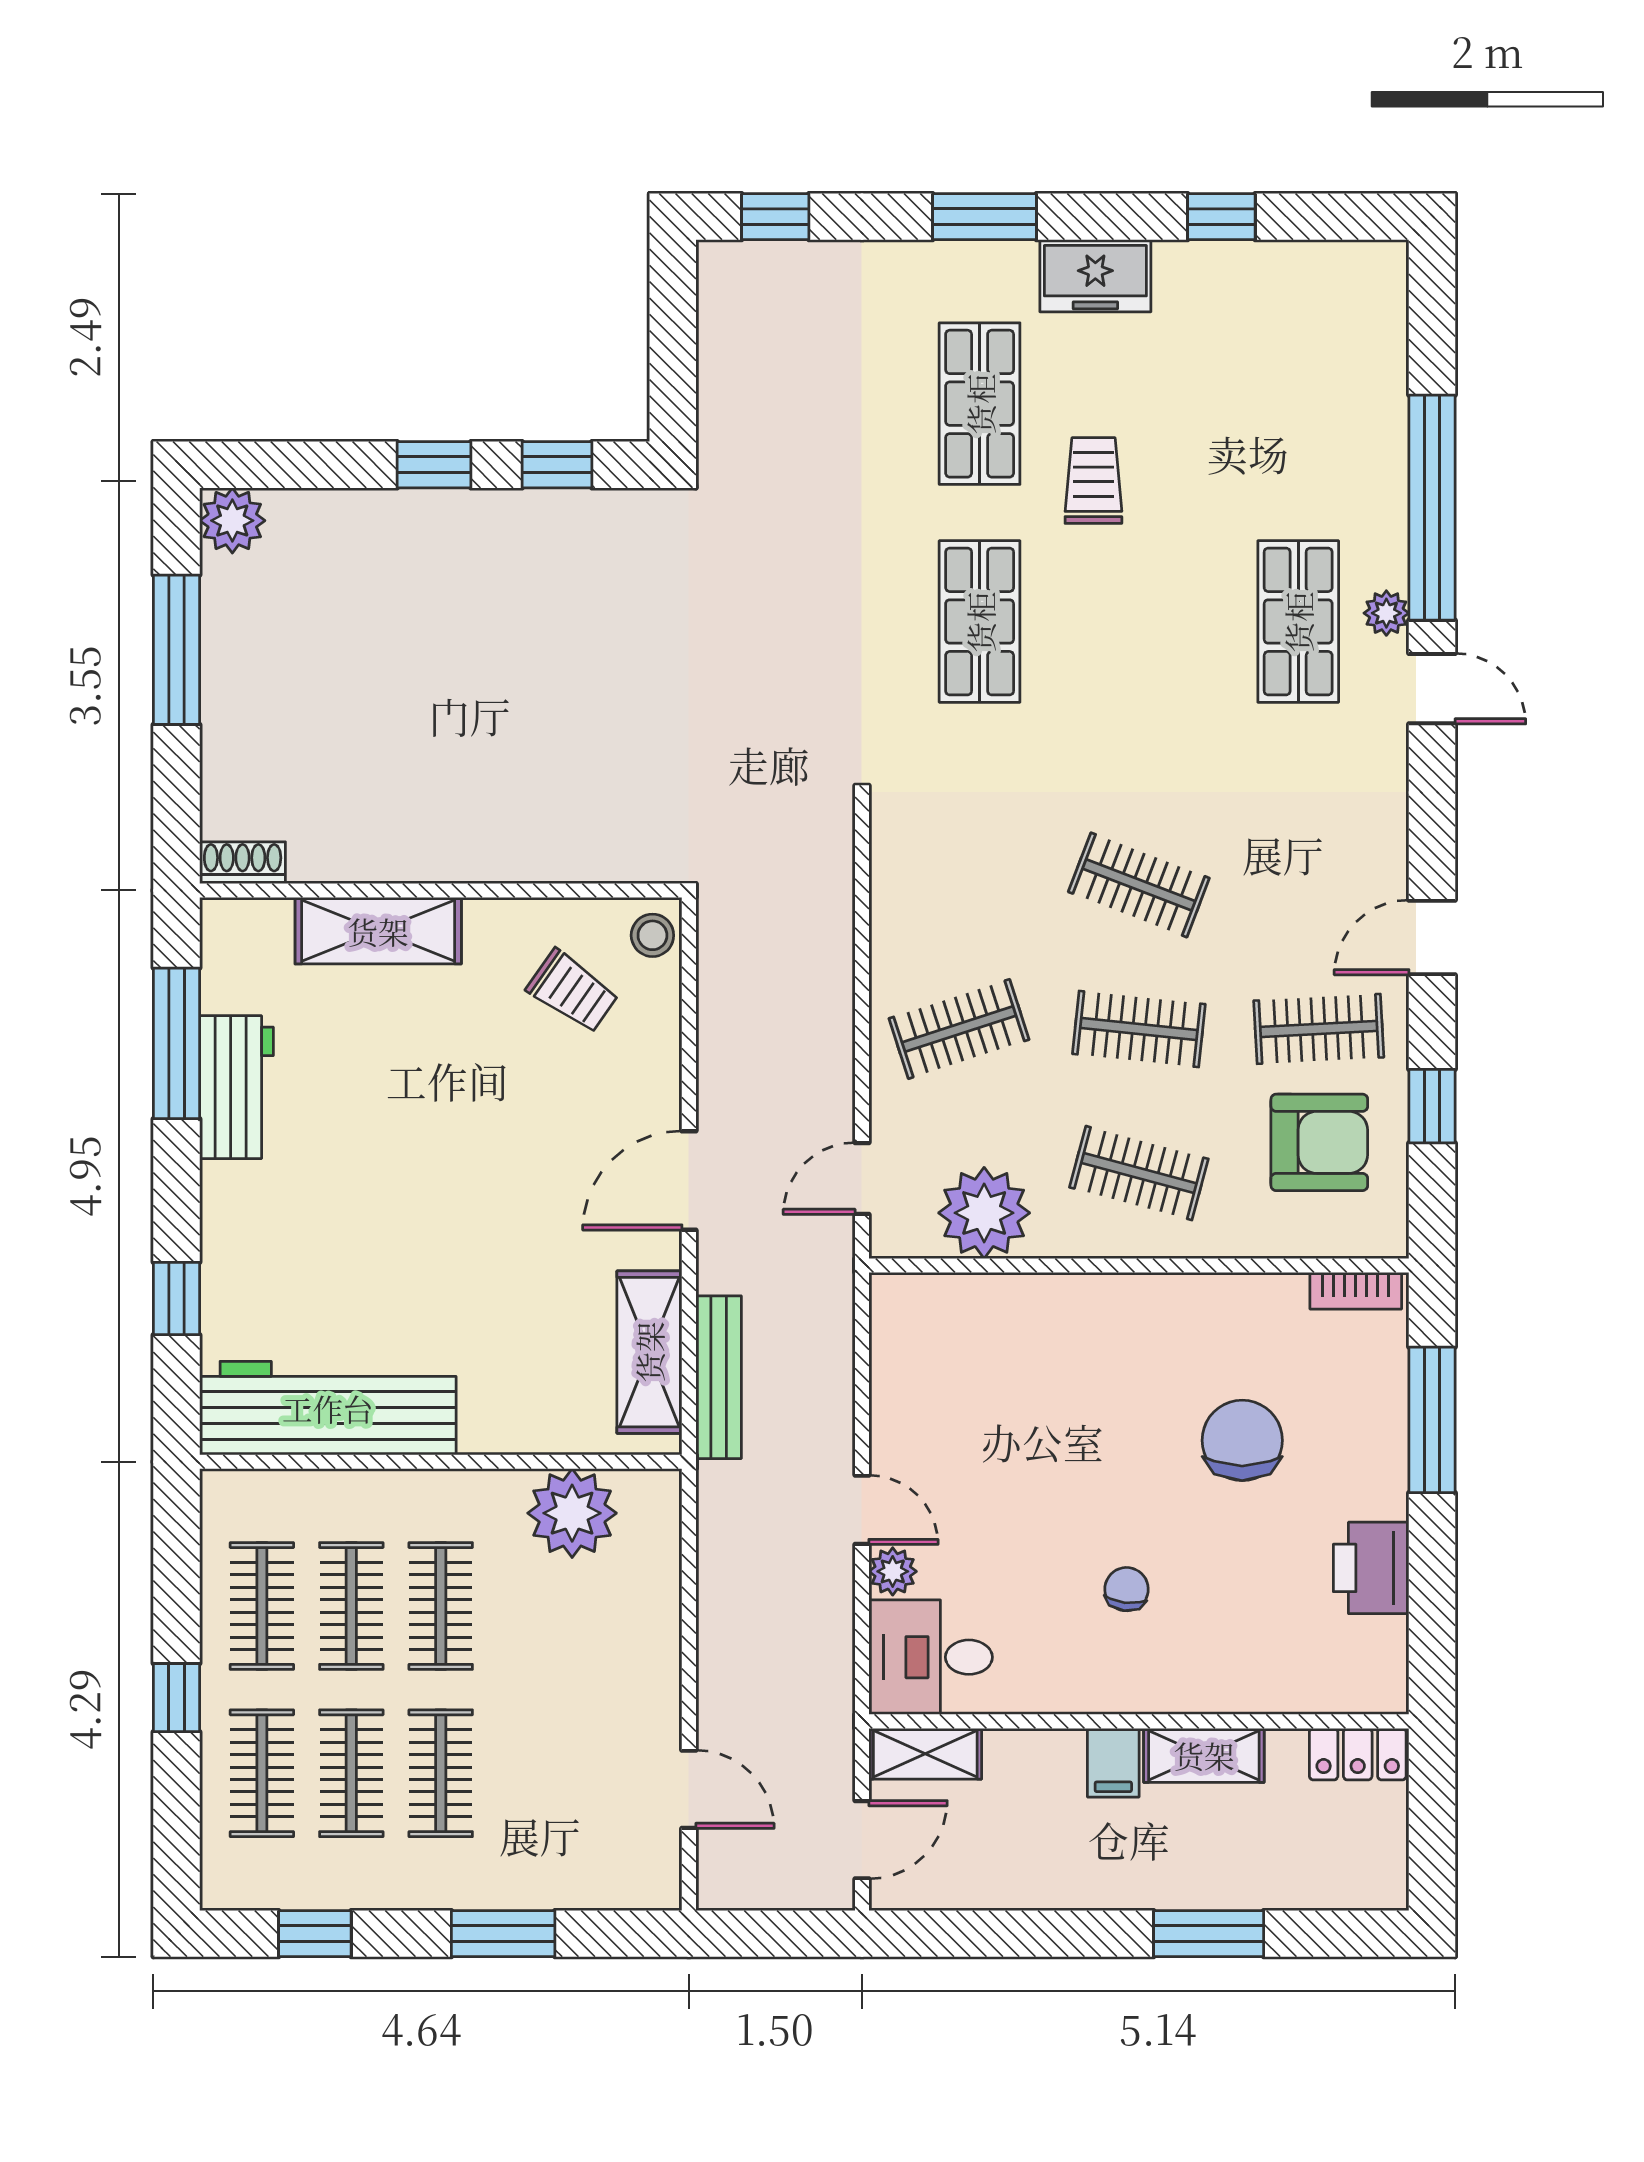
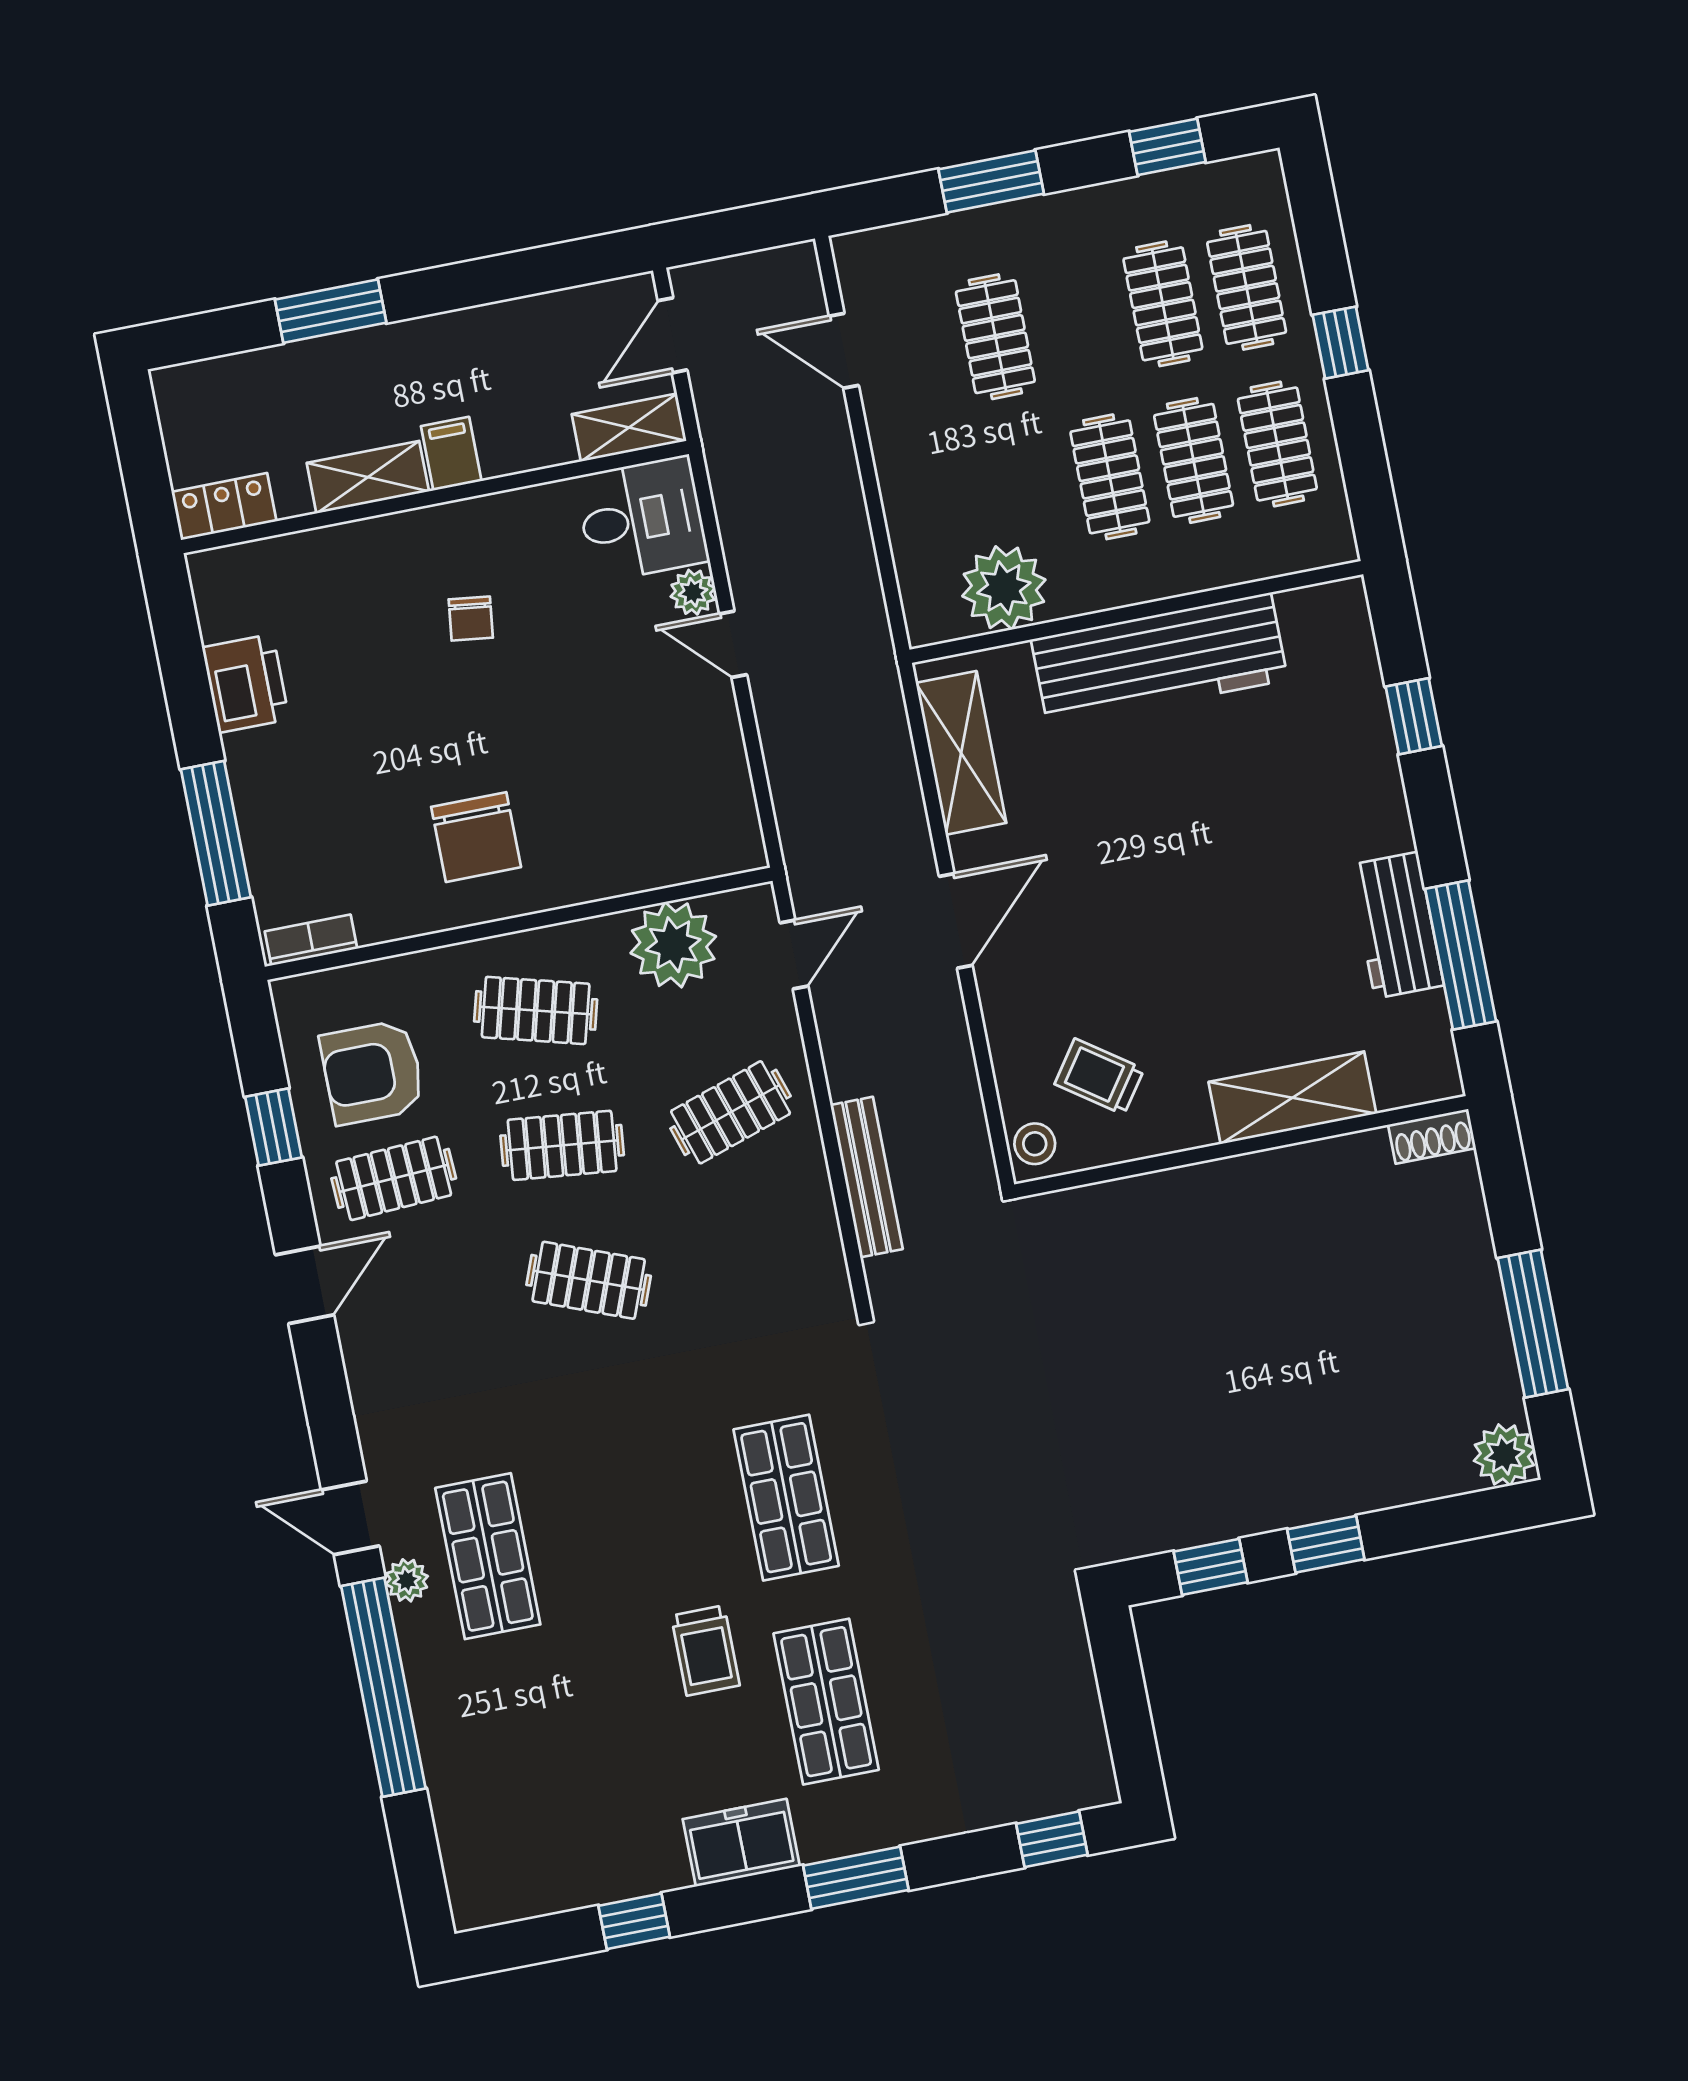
bench: (719, 1377) -> (867, 1177), moved
workbench: (328, 1408) -> (1159, 660), moved
chair: (1242, 1440) -> (476, 837), moved
clothes rail: (441, 1773) -> (995, 337), moved

